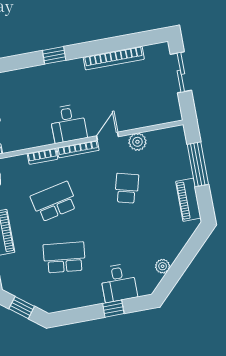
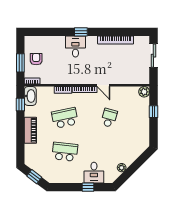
desk: (68, 123) -> (75, 47), moved, turned 180
door: (108, 136) -> (103, 85), swing flipped
plant: (137, 142) -> (144, 92), moved
window: (198, 164) -> (153, 112), width x0.46
piano: (188, 200) -> (144, 131), removed

